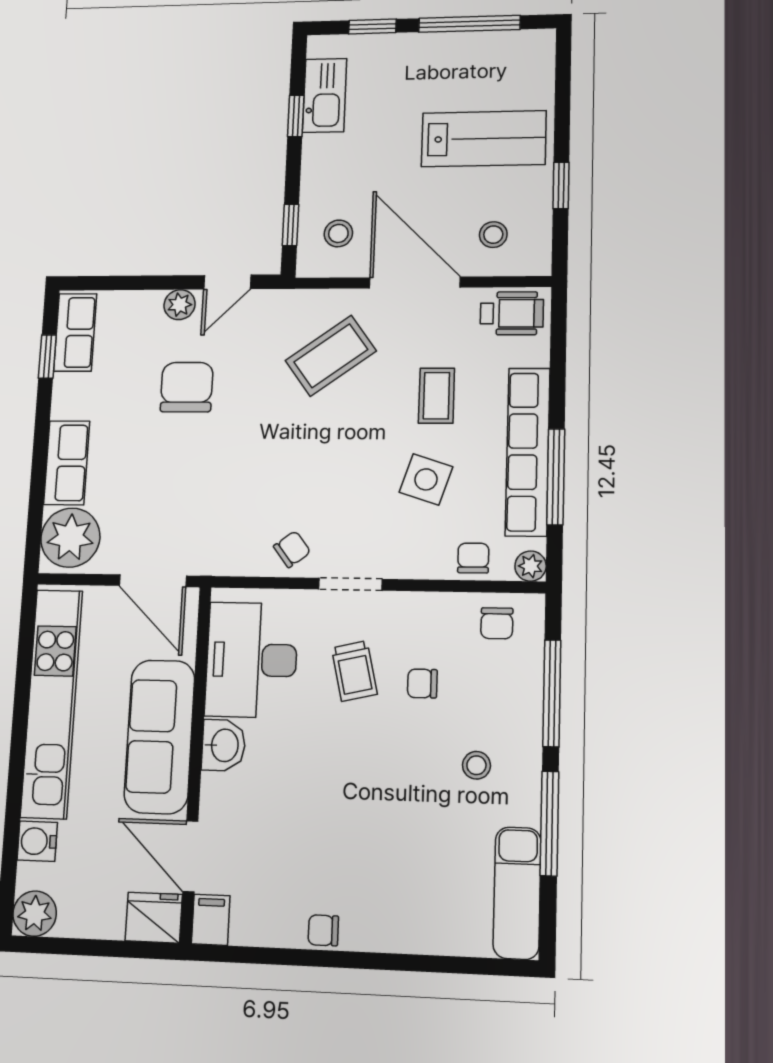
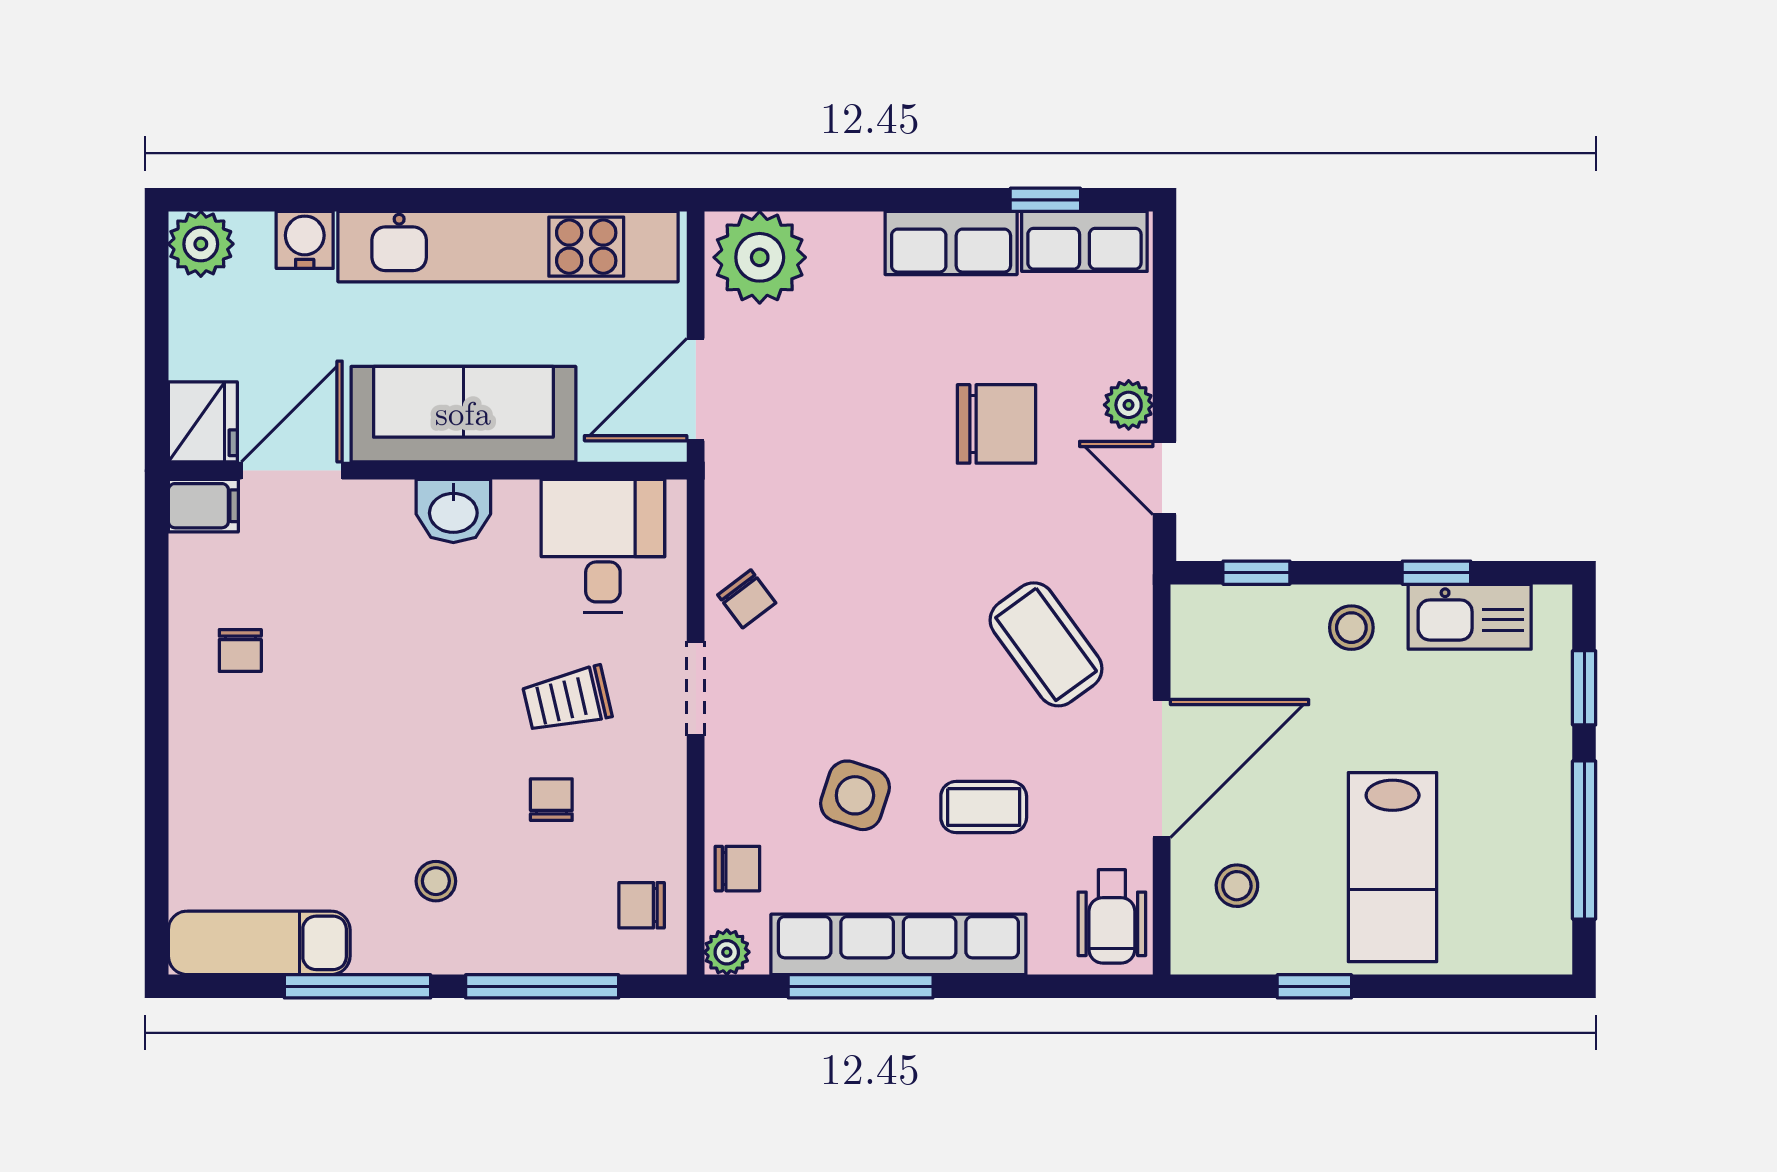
stool: (338, 233) -> (1351, 628), moved
row of seats: (67, 463) -> (951, 243), moved
desk: (251, 660) -> (603, 546), width x0.73
chair: (323, 930) -> (240, 650), moved, turned 180

